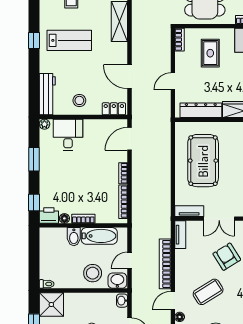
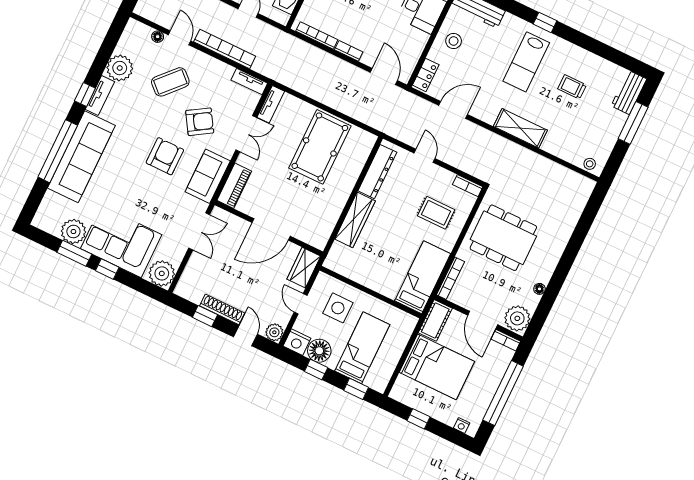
pool table: (203, 161) -> (320, 147), turned 90
double door: (219, 219) -> (246, 134), swing flipped
coffee table: (208, 292) -> (170, 82), turned 75

